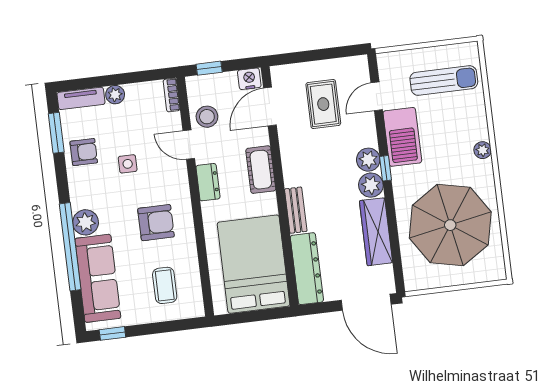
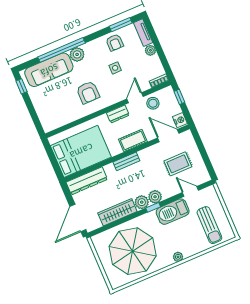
bench: (296, 210) -> (126, 161), moved
coffee table: (165, 285) -> (56, 107), removed

